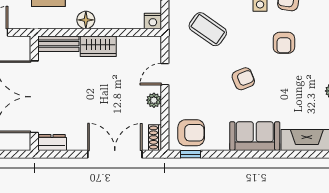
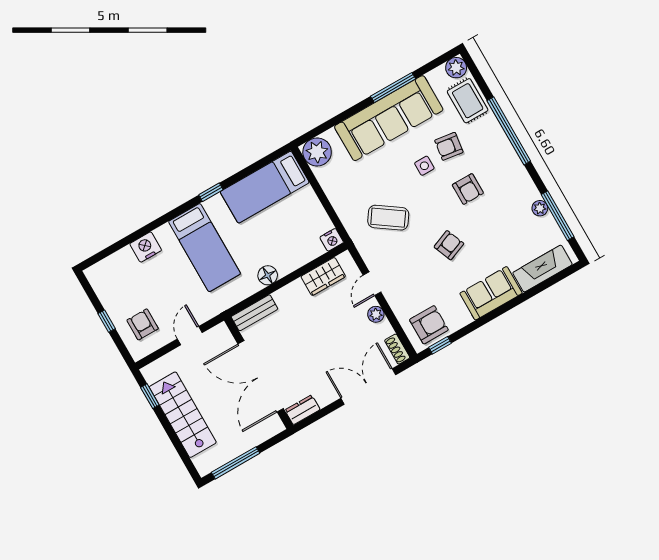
wardrobe: (98, 46) -> (323, 276), moved

